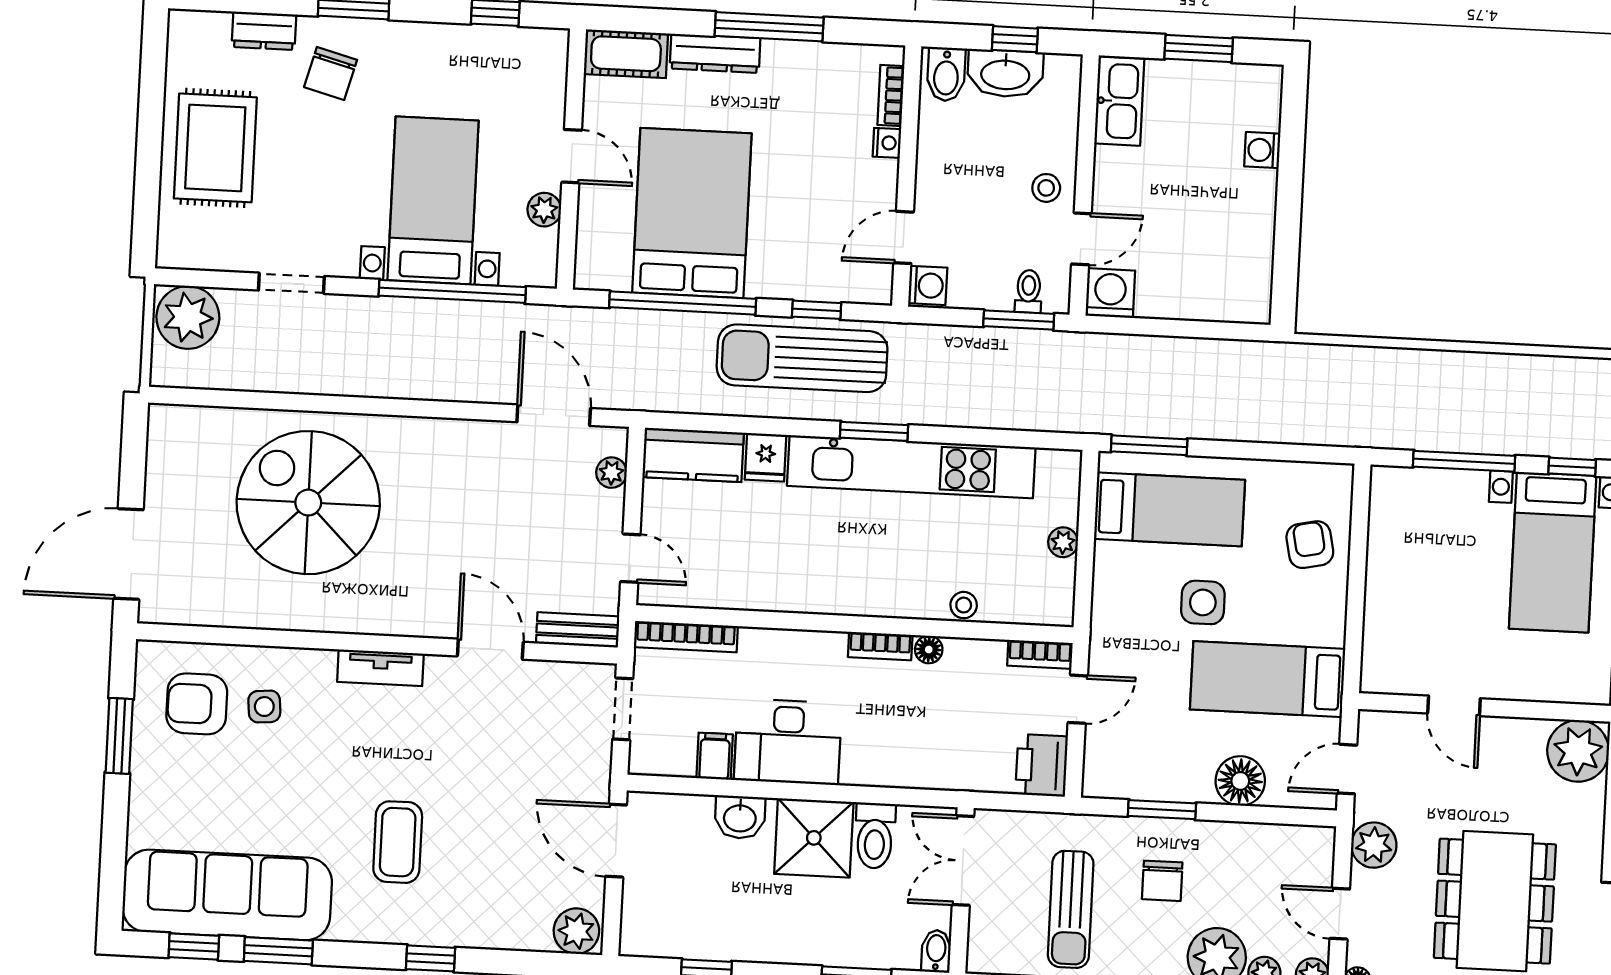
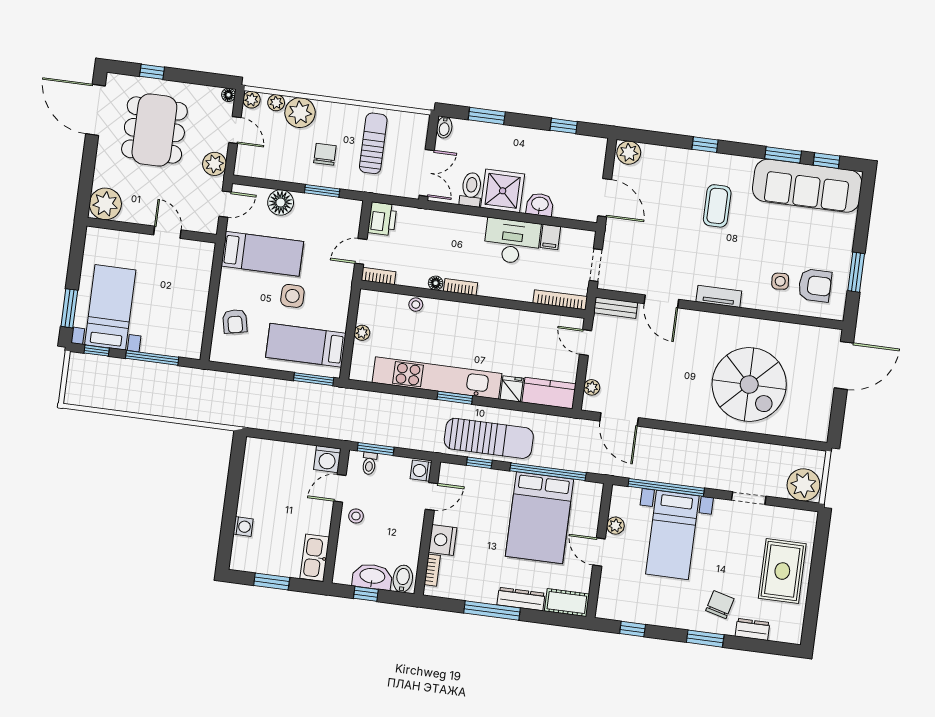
nightstand: (887, 143) -> (443, 540), width x1.89, depth x1.79

